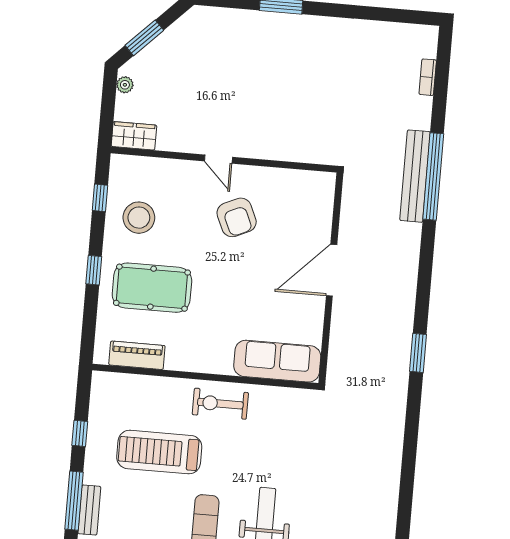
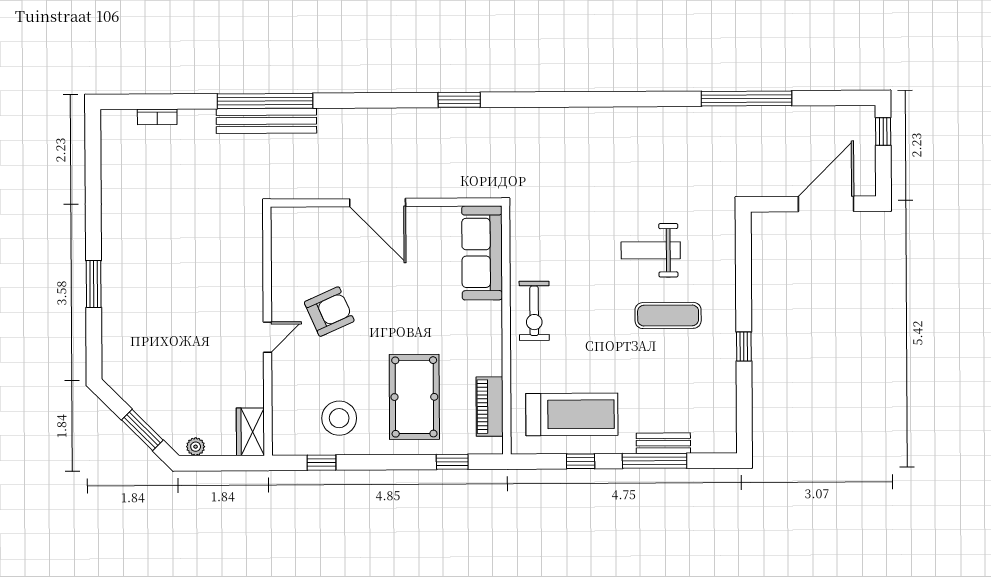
window: (94, 270) -> (452, 462), moved
treadmill: (159, 452) -> (572, 414), moved, turned -90

